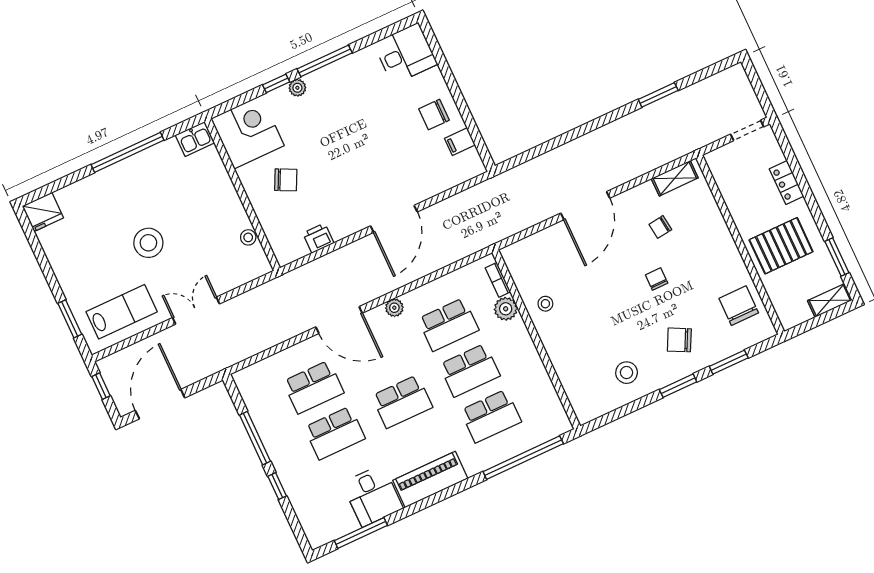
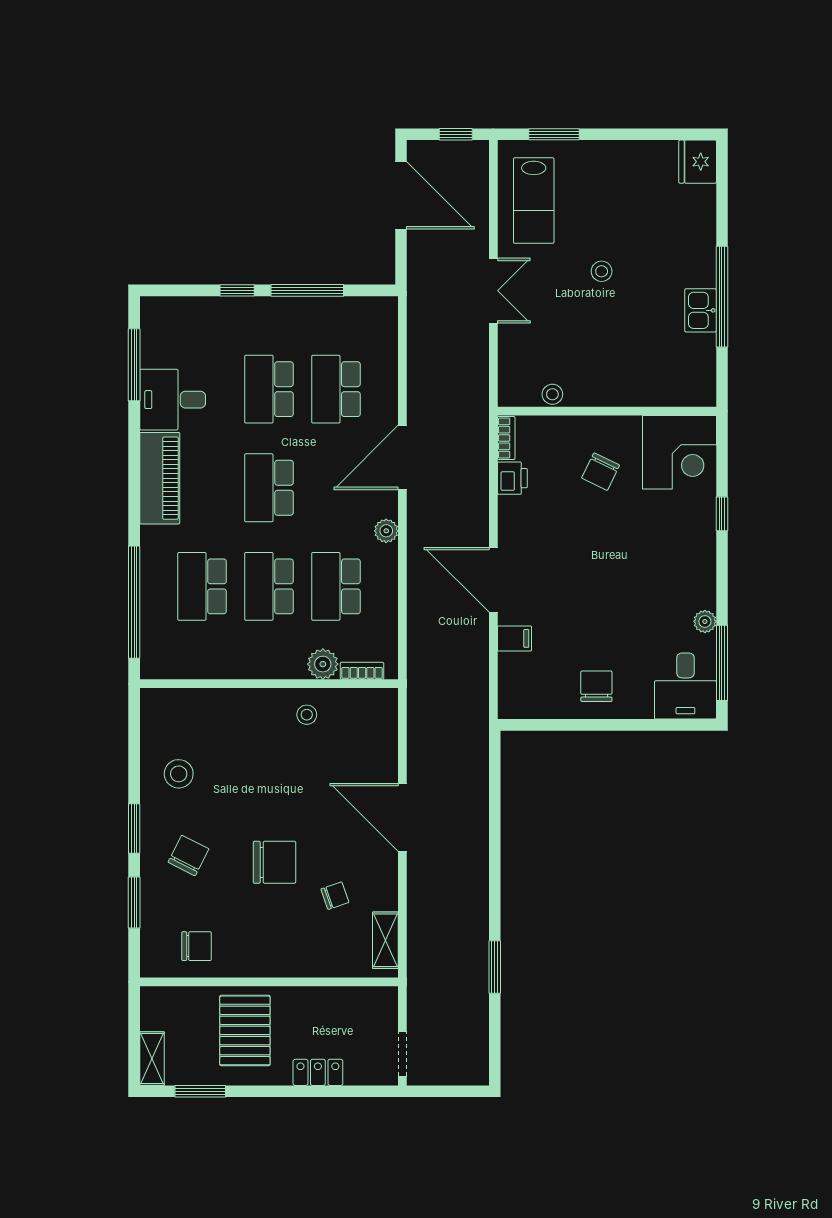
window: (325, 61) -> (722, 663), moved
plant: (297, 88) -> (705, 621), moved
kitchen sink: (195, 139) -> (701, 310), moved
filing cabinet: (460, 142) -> (515, 638), moved, turned 90
chair: (660, 227) -> (335, 896), turned 78
stool: (148, 243) -> (602, 271), width x0.53, depth x0.53
bookcase: (293, 255) -> (506, 438), added
chair: (657, 279) -> (274, 862), width x1.87, depth x1.87
chair: (739, 306) -> (196, 946), width x0.73, depth x0.73

